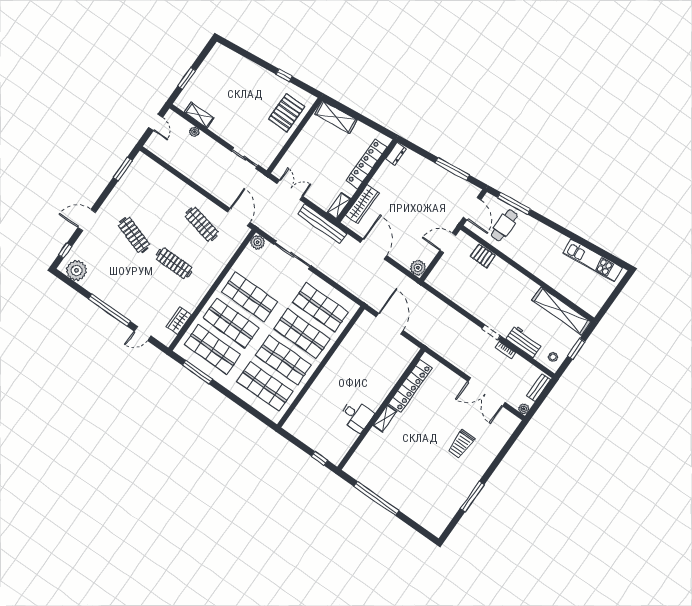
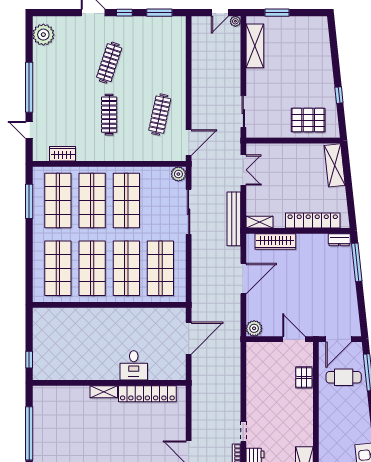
shelving: (199, 115) -> (255, 46), width x1.50, depth x1.33
plant: (194, 132) -> (235, 21), moved
window: (452, 169) -> (357, 262), moved
window: (65, 251) -> (124, 13), moved
desk: (356, 416) -> (134, 365), moved

